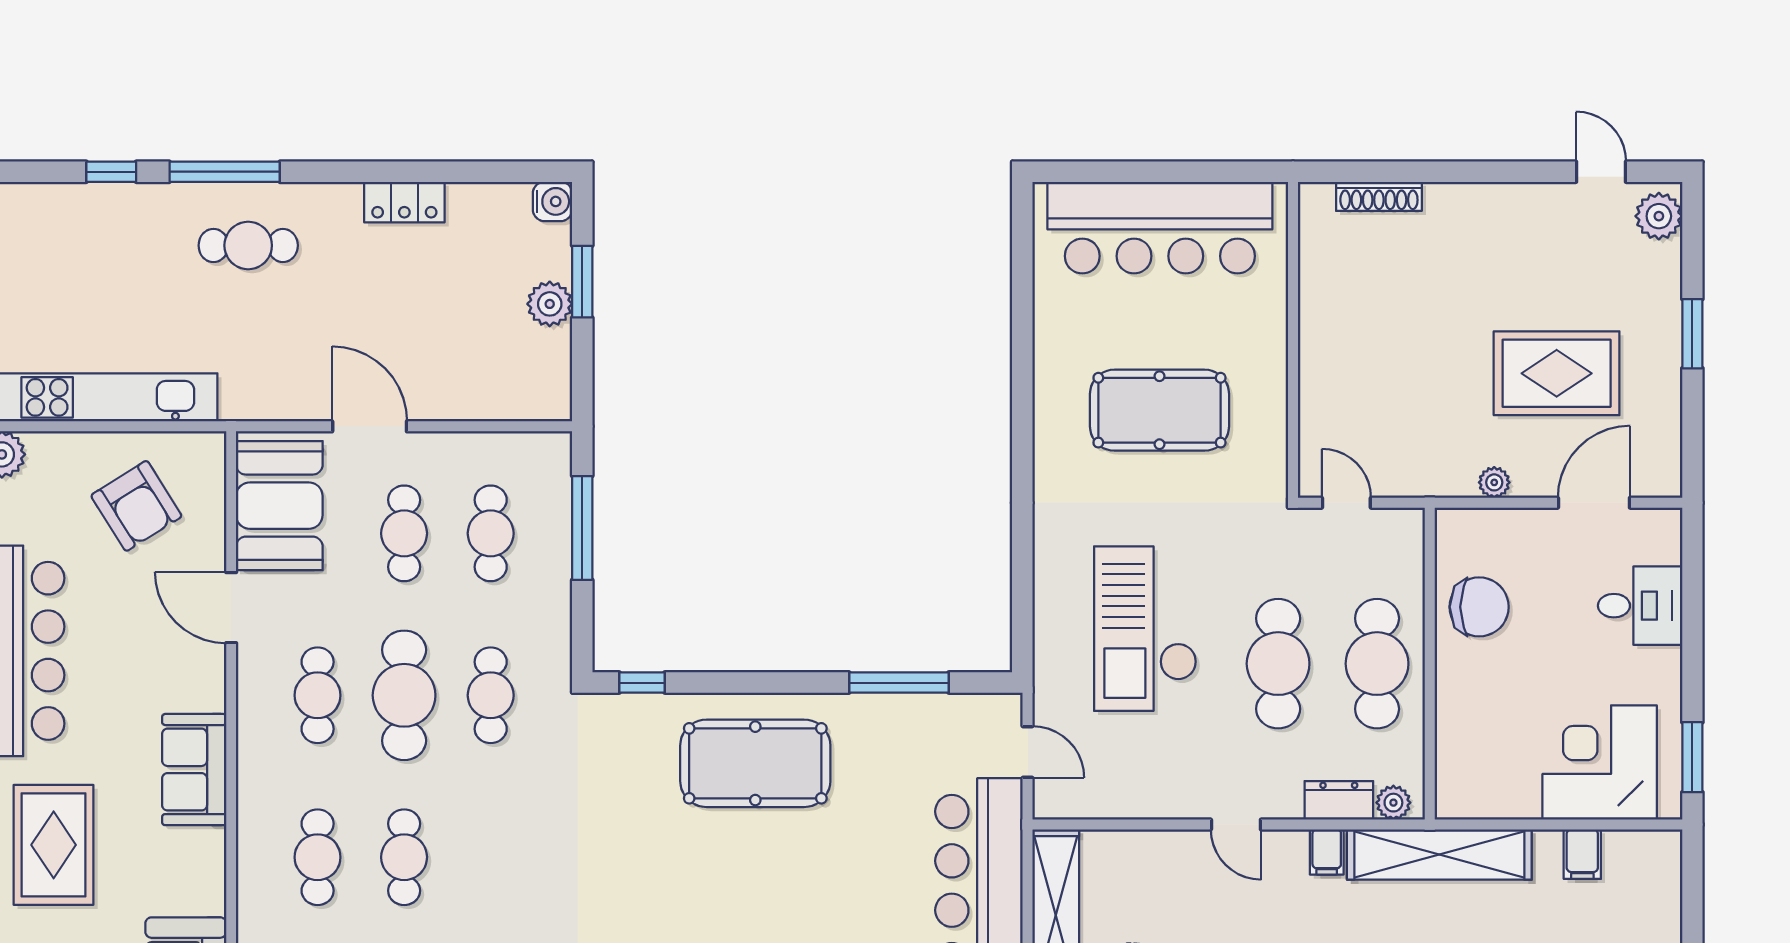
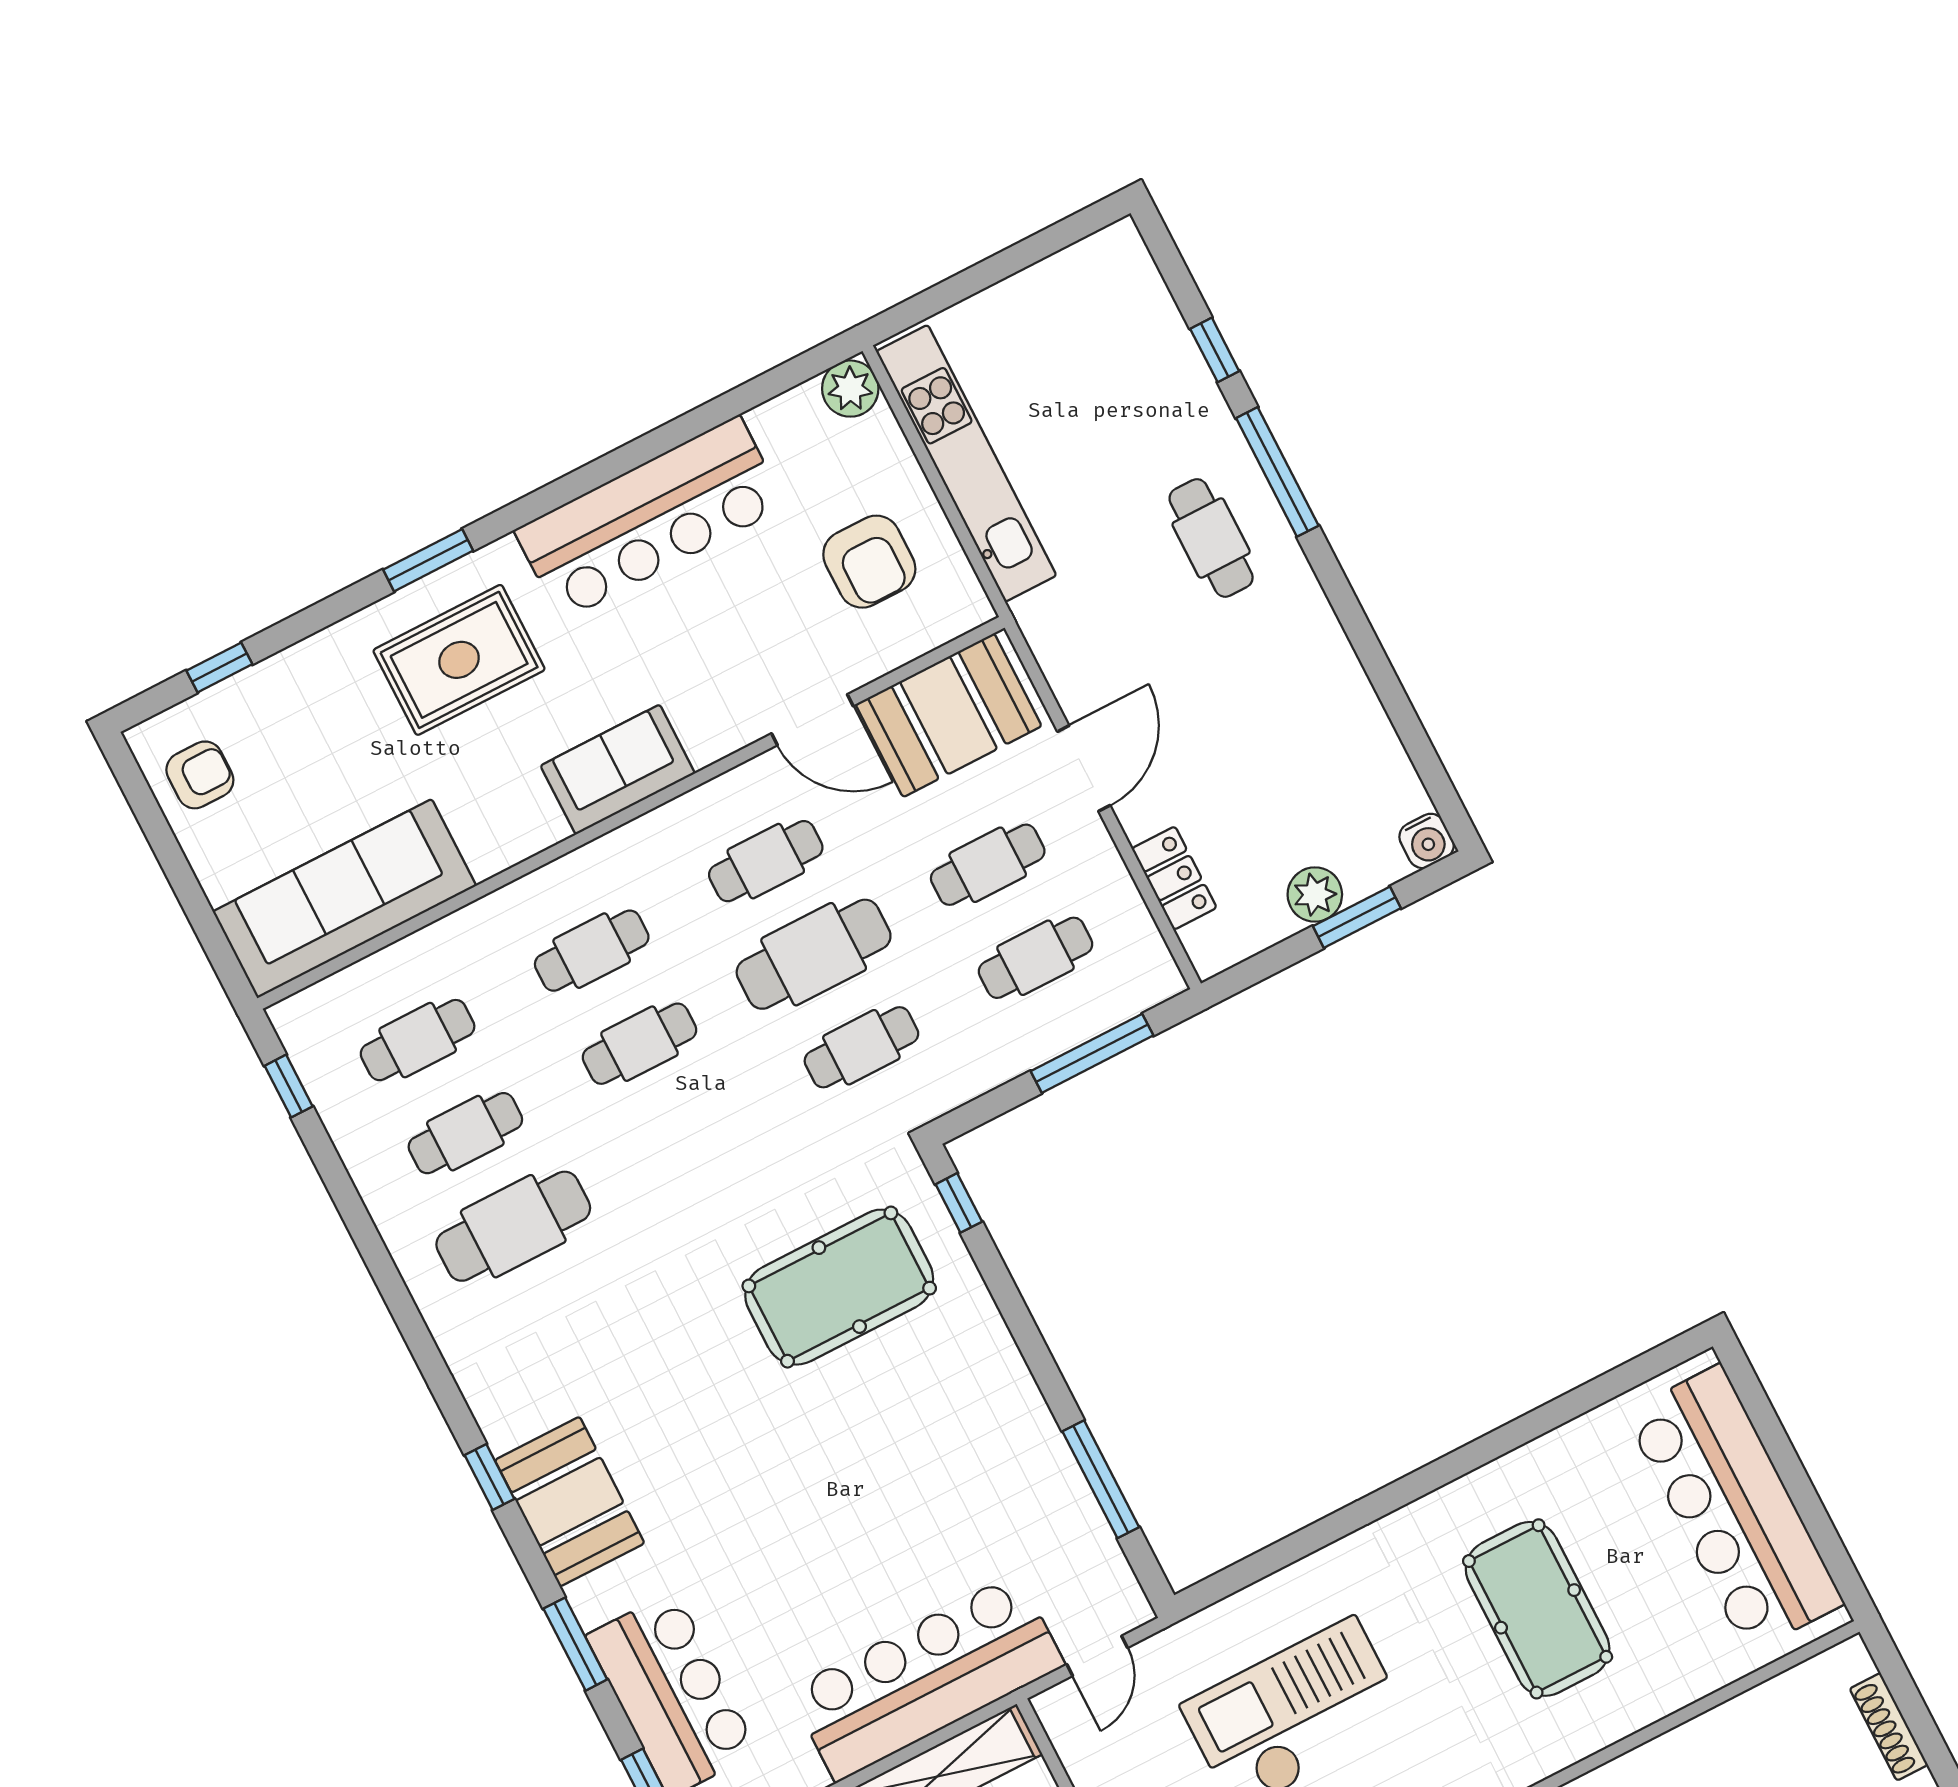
locker: (404, 202) -> (1174, 878), moved, turned 180
armchair: (136, 506) -> (869, 562), turned -58
door: (231, 608) -> (812, 720), swing flipped
pool table: (755, 763) -> (839, 1287), moved, turned 90

